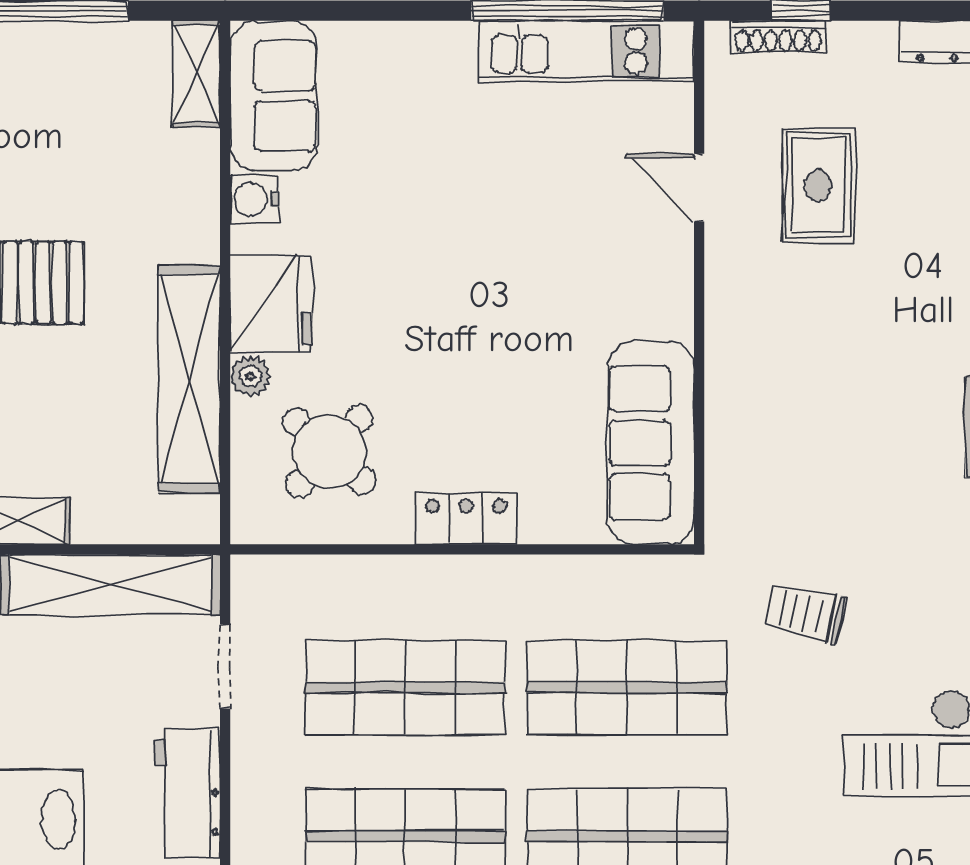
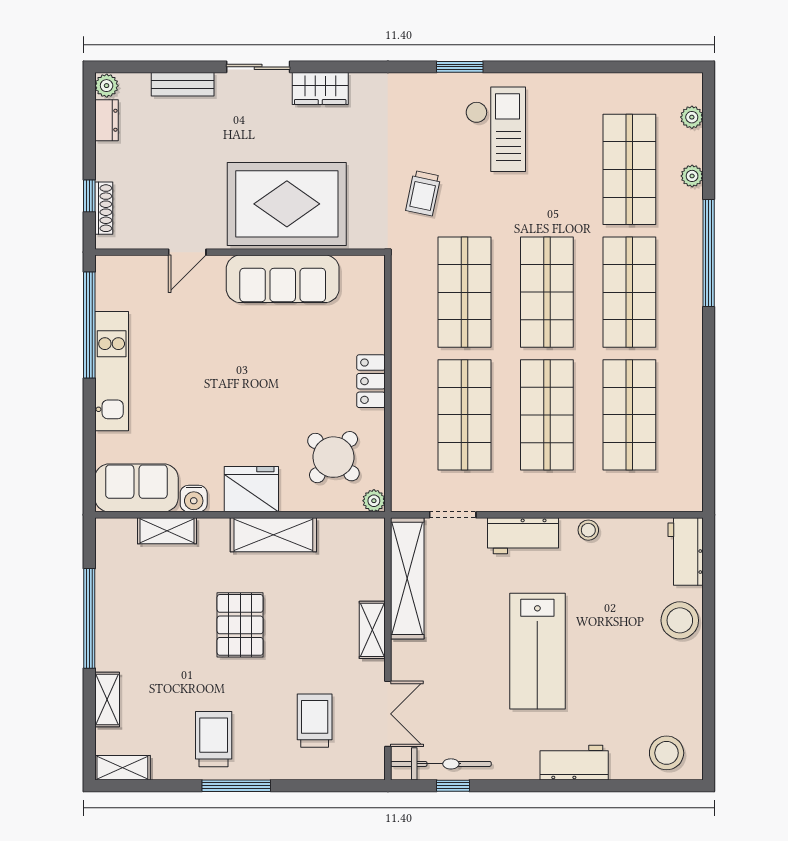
kitchen unit: (586, 51) -> (112, 371), moved
shelving: (196, 74) -> (167, 531), moved
rug: (818, 186) -> (287, 204), moved, width x1.86, depth x2.06
plant: (250, 376) -> (374, 501), moved
shelving: (189, 379) -> (273, 535), width x0.68
sofa: (651, 443) -> (283, 279), moved

